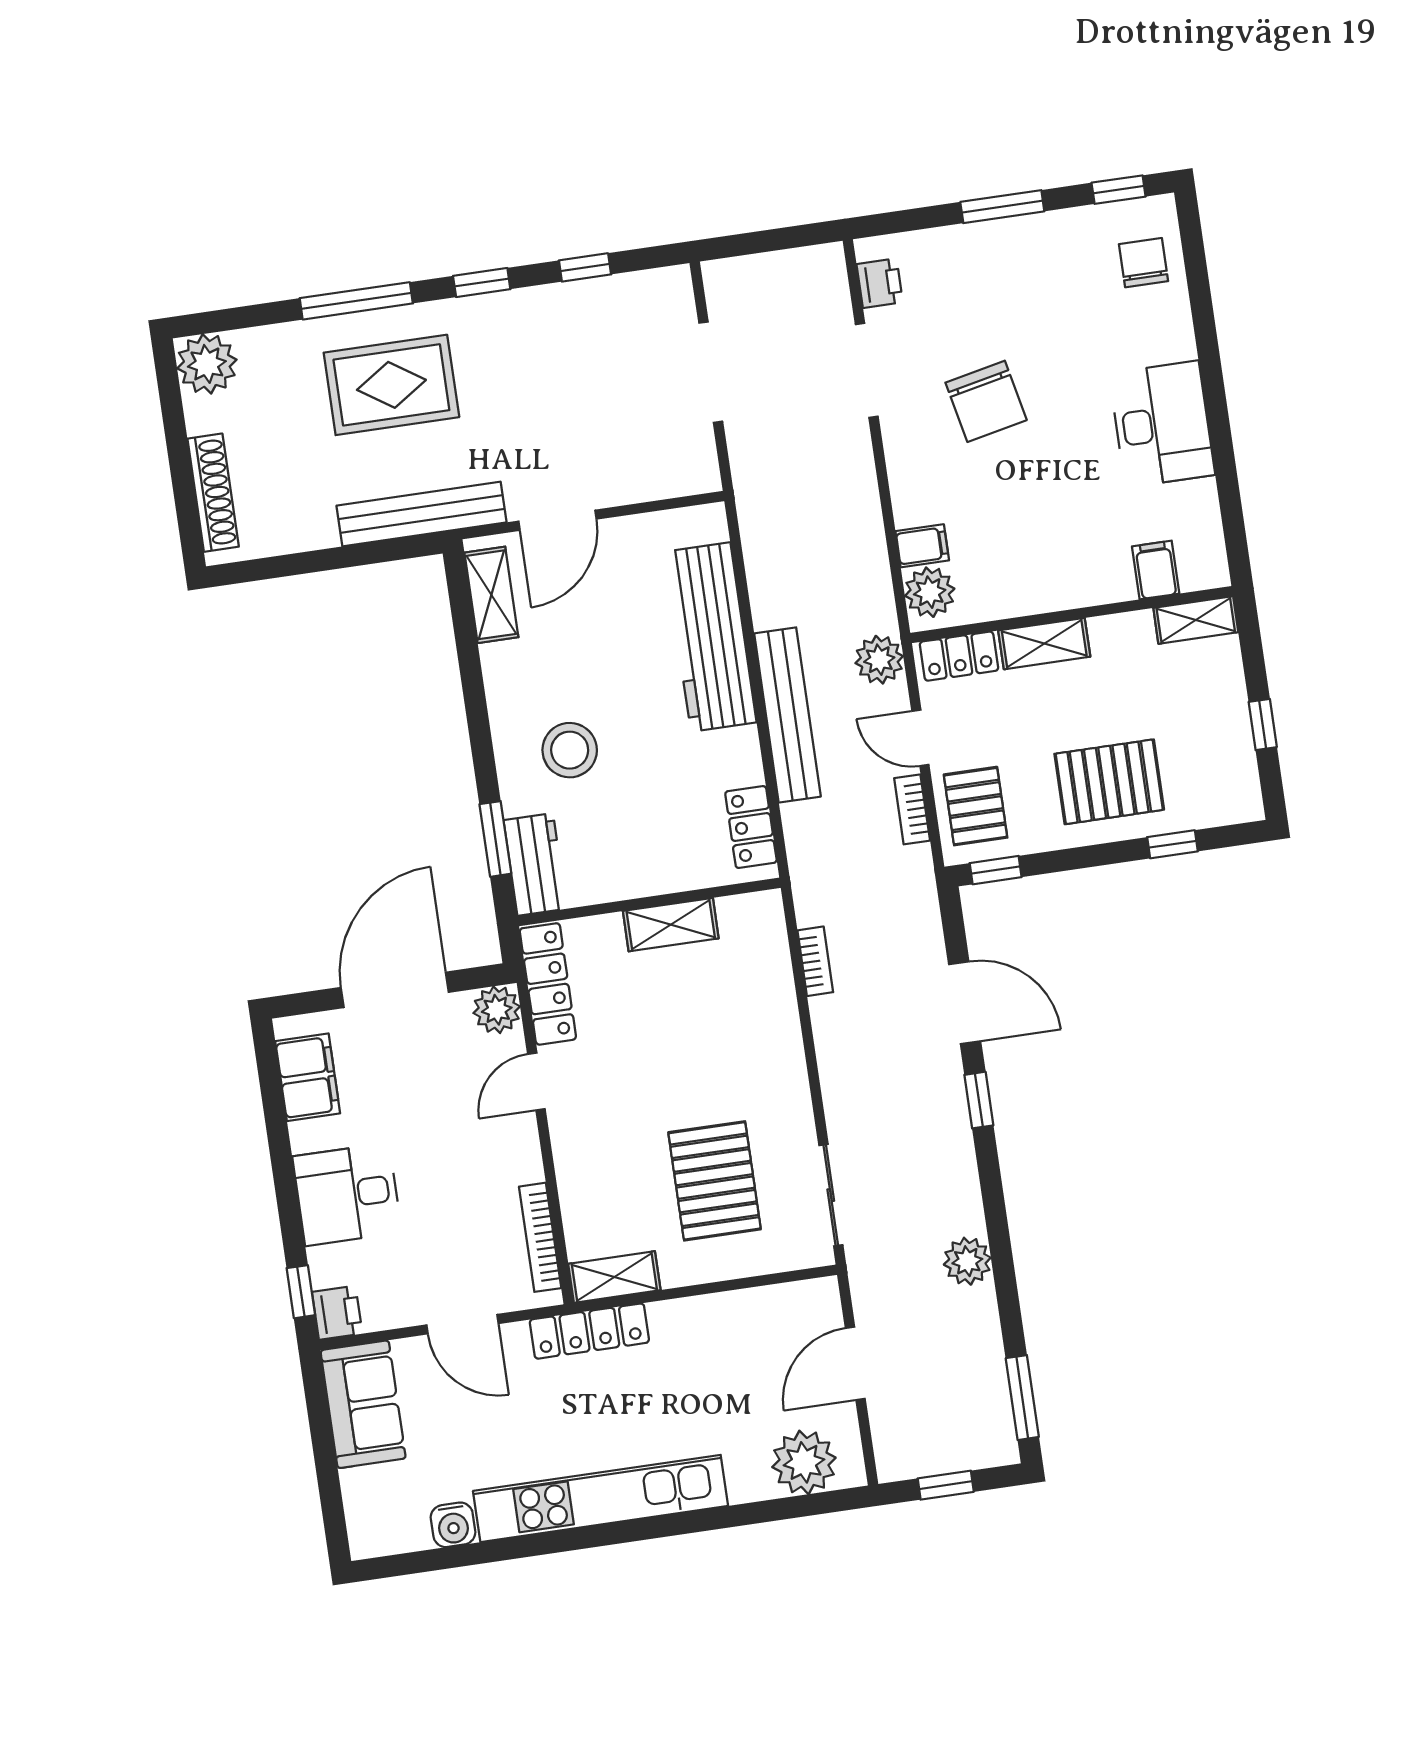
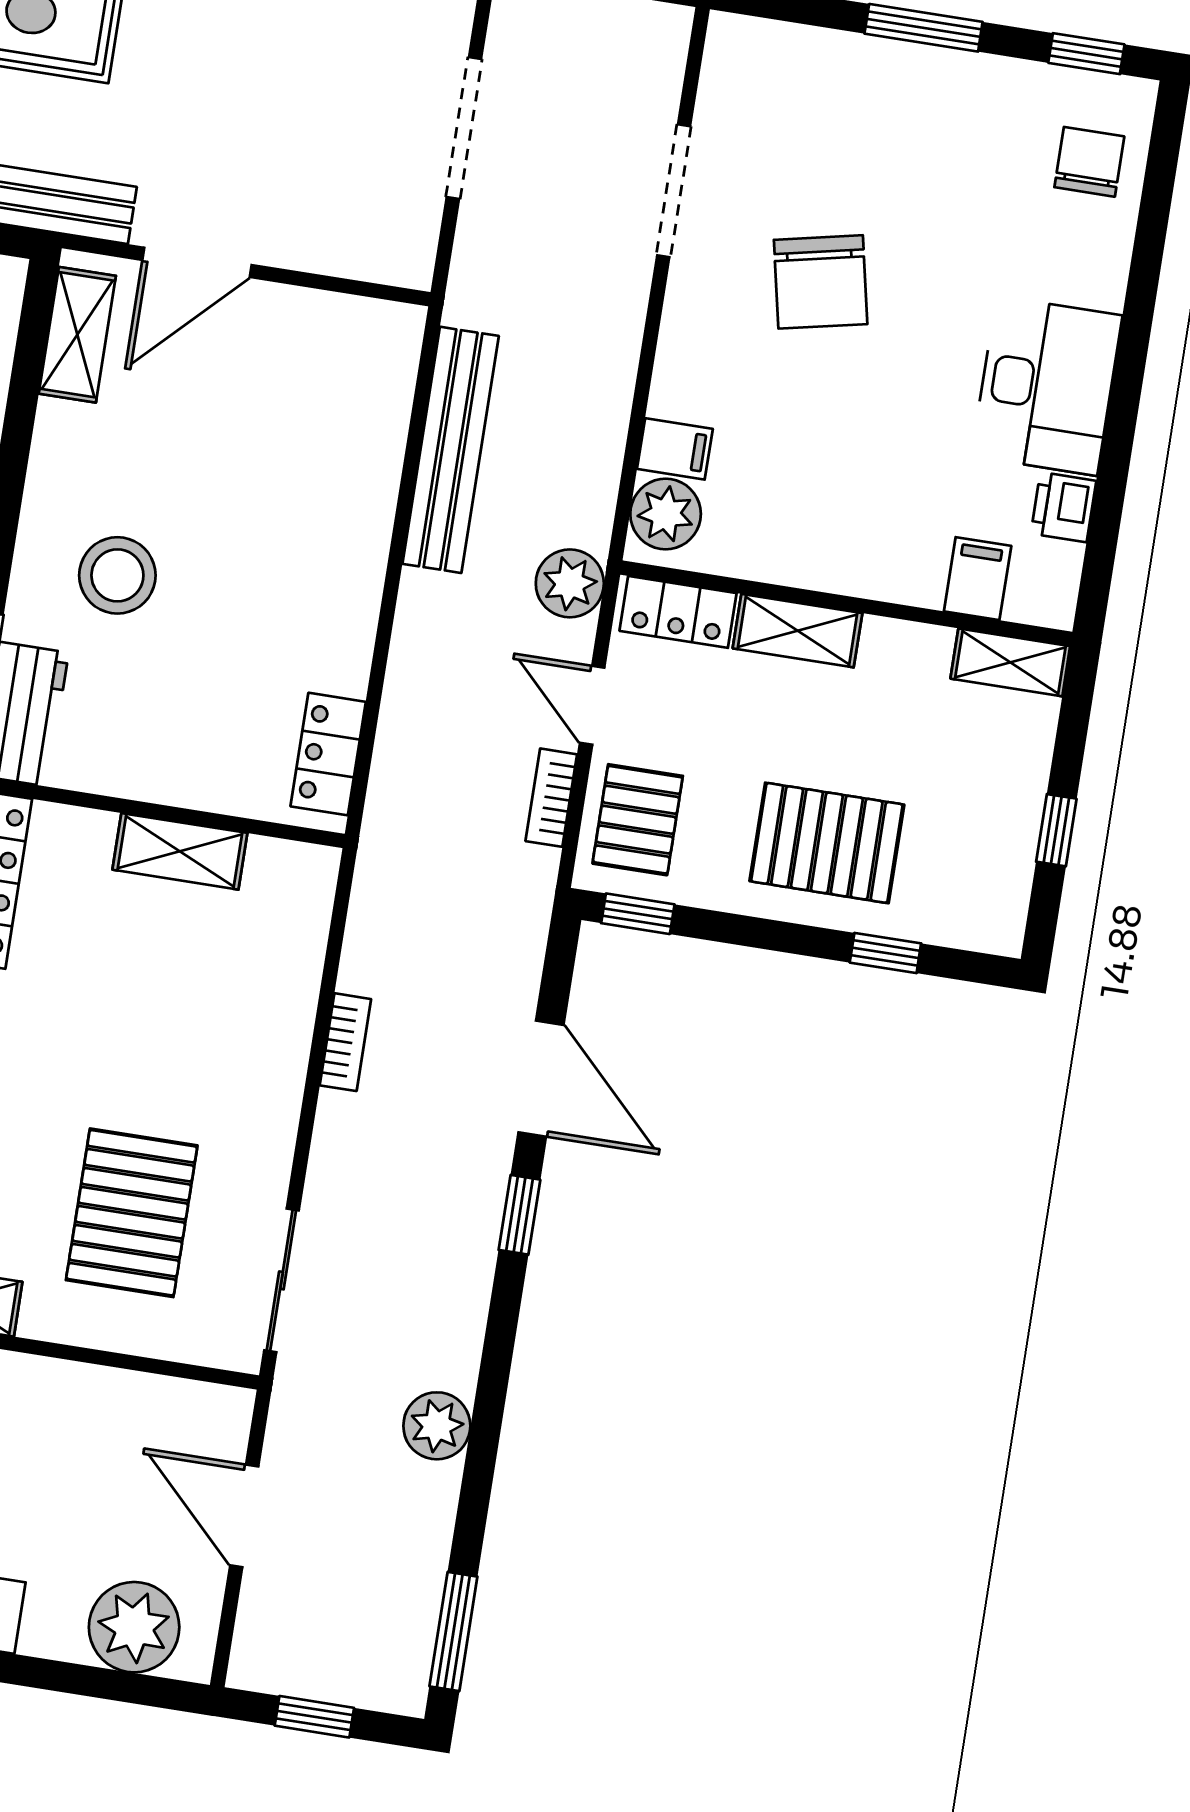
printer: (880, 283) -> (1063, 507), moved, turned 180
workbench: (711, 637) -> (353, 483), removed
bench: (787, 715) -> (451, 450), moved
bookcase: (815, 961) -> (345, 1042), moved
door: (855, 1363) -> (244, 1516), hinge flipped

